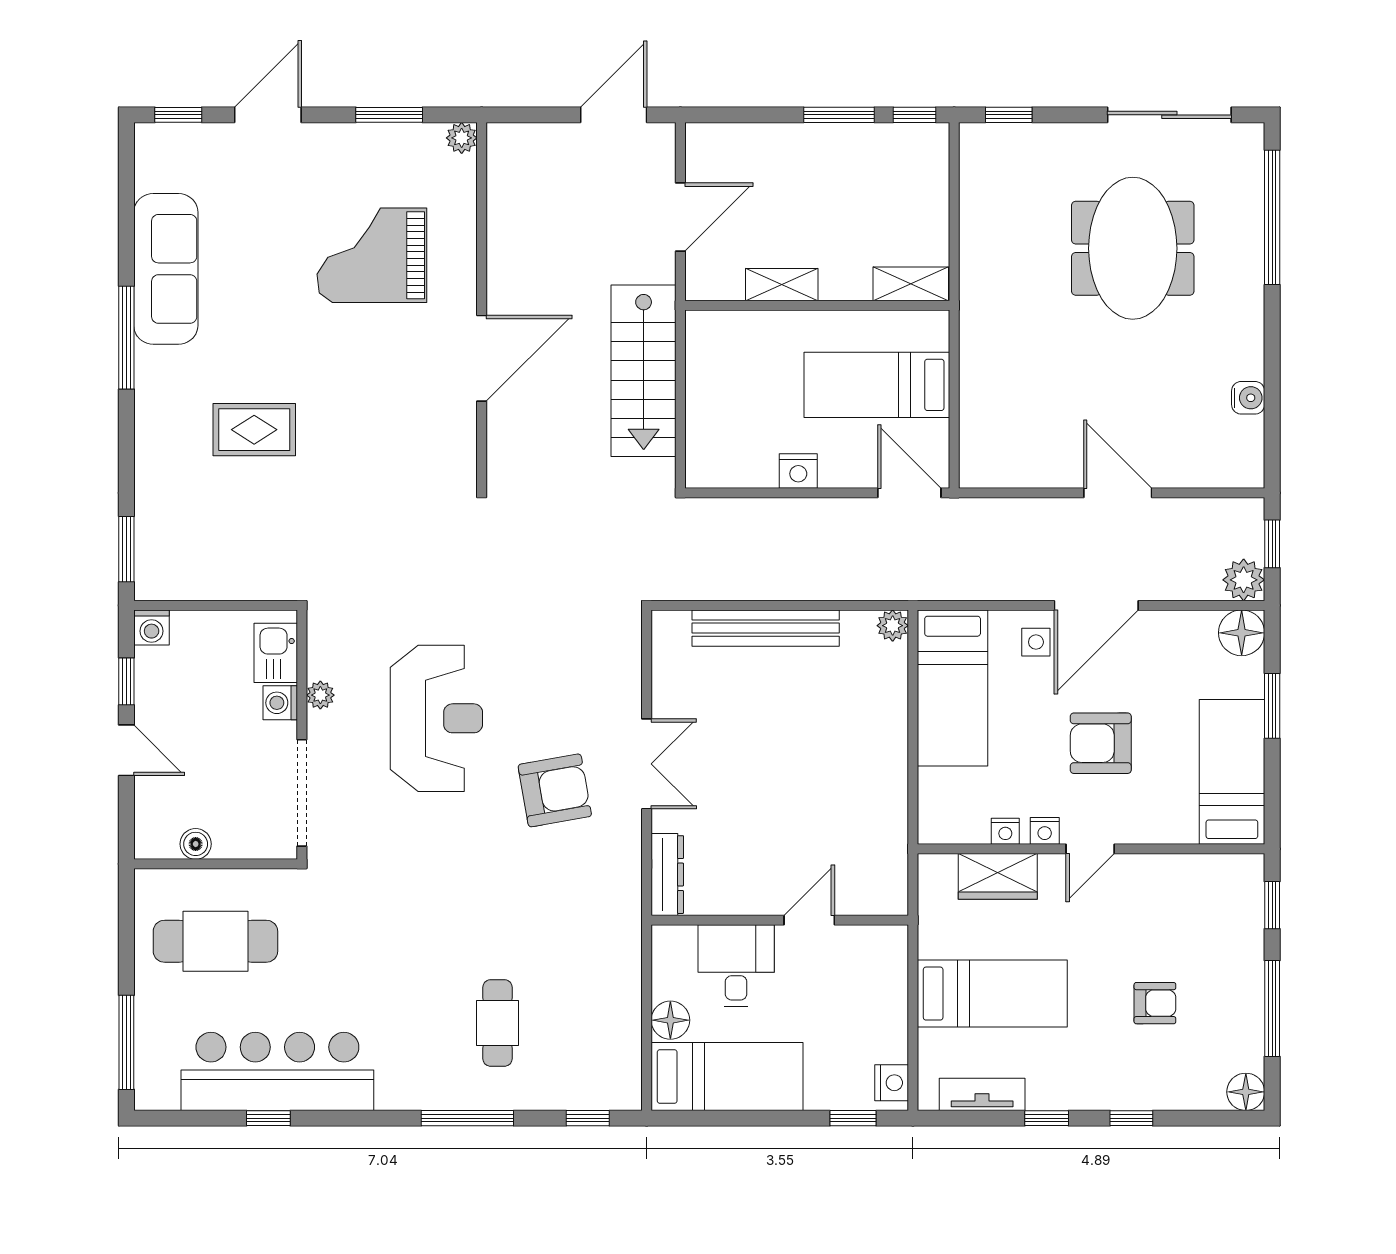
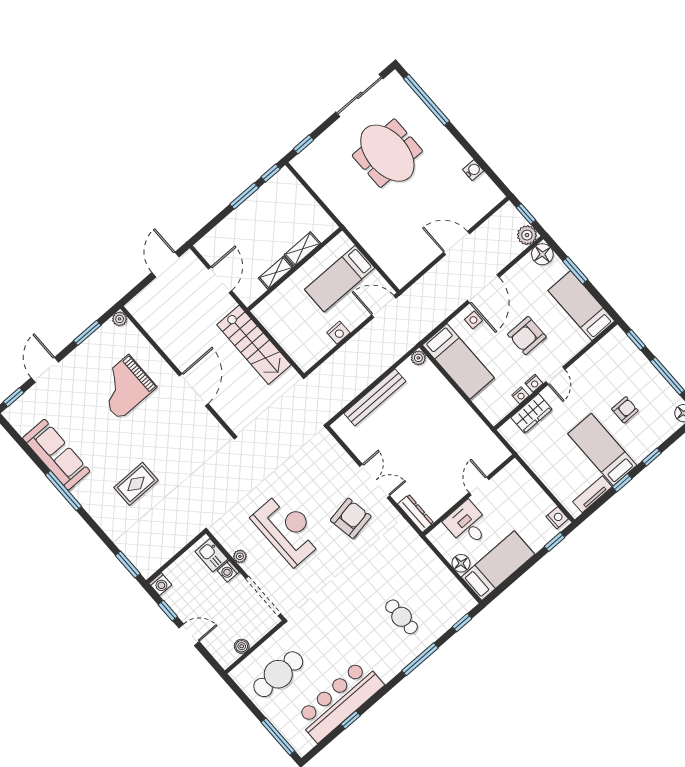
shelving: (911, 284) -> (303, 249), moved
bed: (992, 994) -> (602, 450), moved, turned -90

